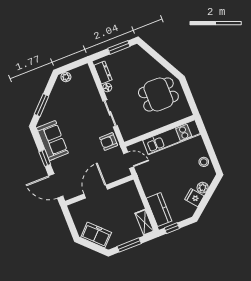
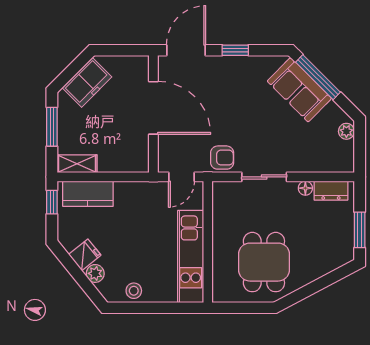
window: (42, 105) -> (318, 77), width x1.44
sofa: (52, 141) -> (299, 90), moved, turned 45
armchair: (109, 142) -> (222, 158), turned 90
door: (96, 192) -> (153, 108), width x1.36

